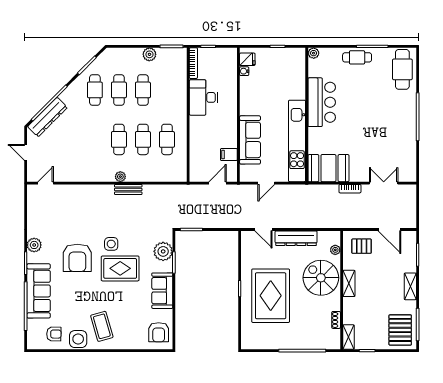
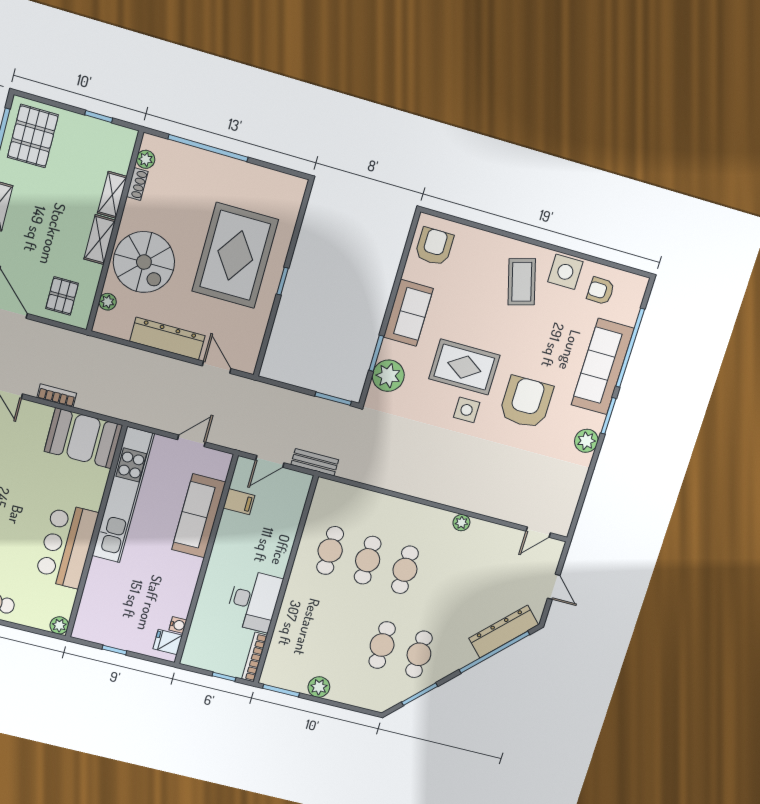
cafe table: (143, 90) -> (345, 636), removed
plant: (120, 177) -> (461, 523), moved
bench: (128, 190) -> (315, 462), moved
pallet: (362, 246) -> (62, 296), turned 90
plant: (335, 335) -> (146, 159), added
shelving: (348, 337) -> (112, 195), moved

